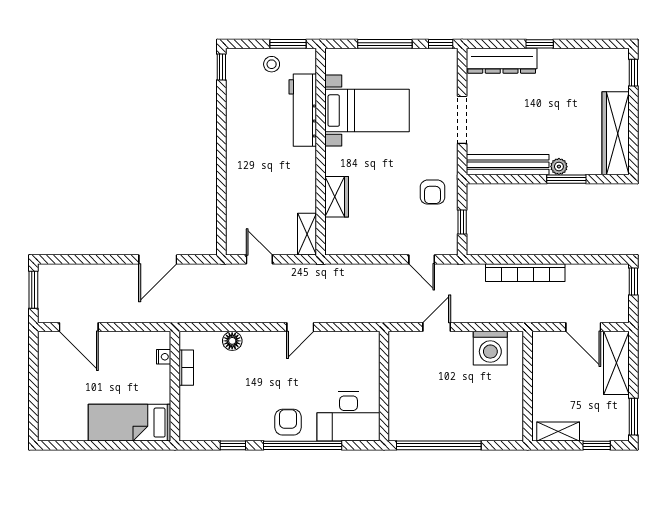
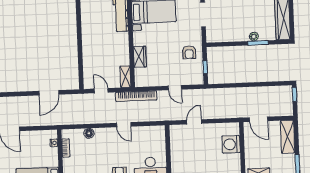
bench: (508, 165) -> (227, 37), removed
door: (422, 259) -> (175, 88), moved
bookcase: (525, 273) -> (136, 96), moved
door: (300, 327) -> (124, 125), hinge flipped
door: (583, 327) -> (259, 119), moved
washing machine: (490, 348) -> (231, 144), moved, turned 90

